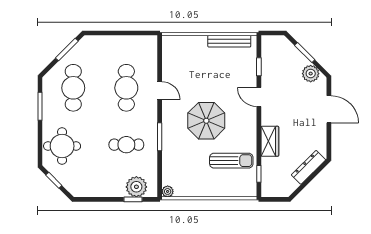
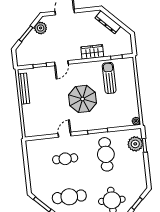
cafe table: (126, 88) -> (65, 159), width x0.73, depth x0.74
cafe table: (126, 145) -> (106, 154), width x1.37, depth x1.35

